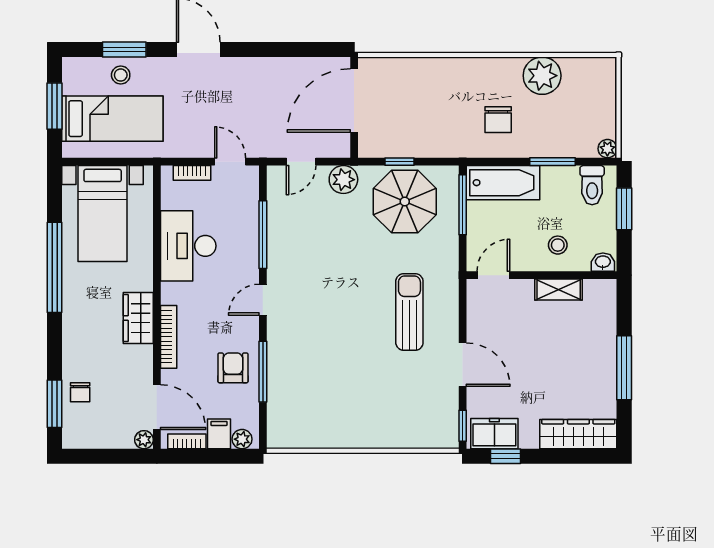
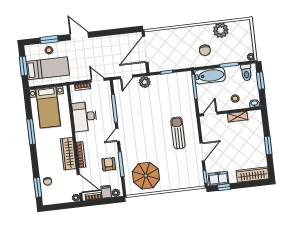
parasol: (405, 202) -> (146, 176), moved
window: (55, 267) -> (31, 132), width x0.68
wardrobe: (138, 318) -> (68, 154), width x1.50
door: (463, 365) -> (202, 152), hinge flipped
window: (624, 368) -> (268, 145), width x0.69

